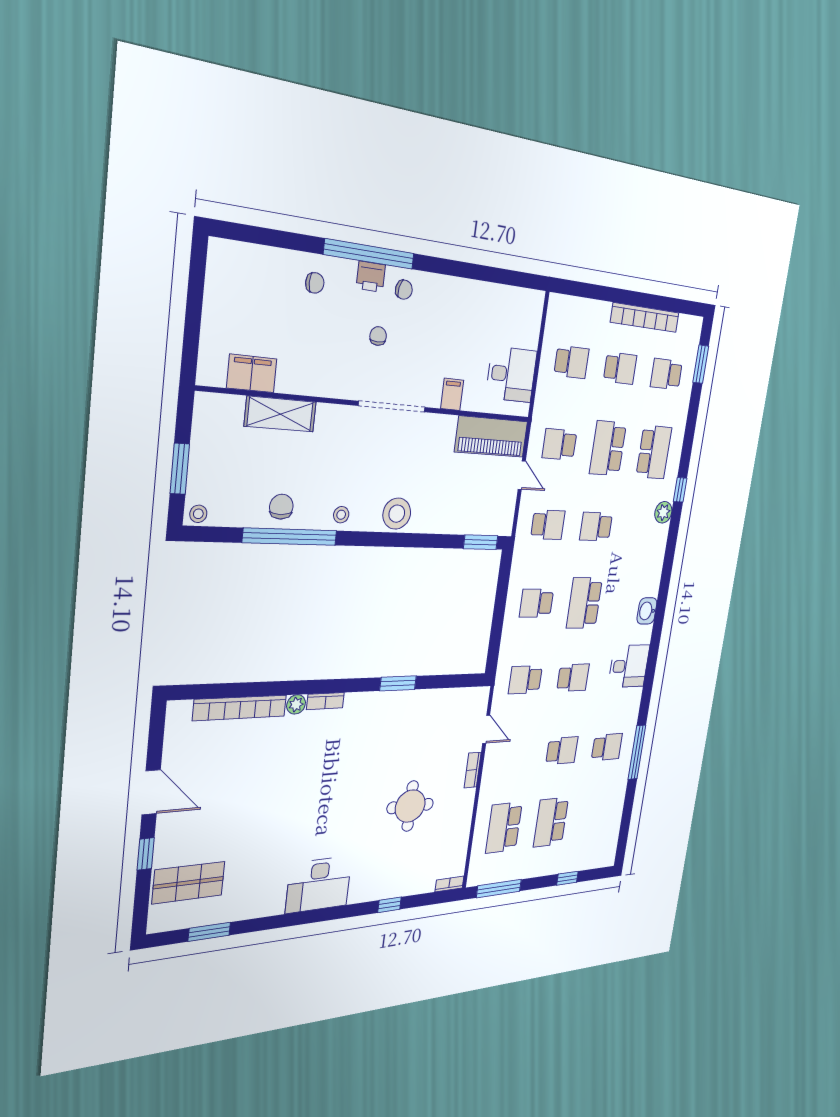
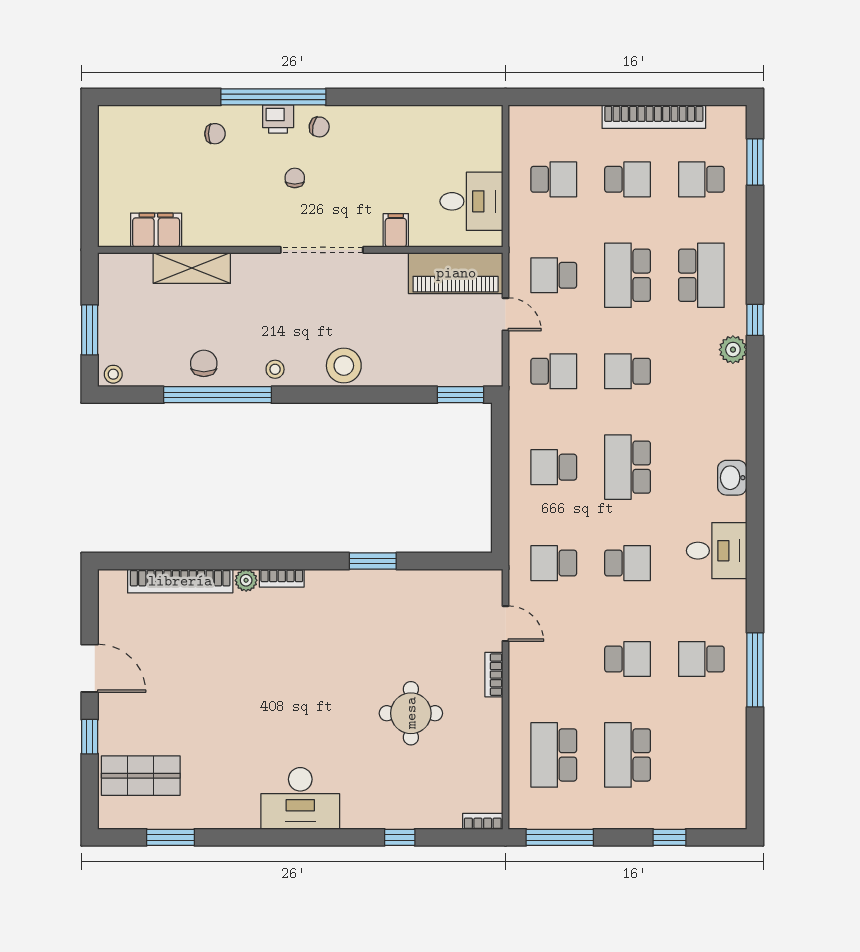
school desk: (607, 747) -> (701, 659), turned 180

